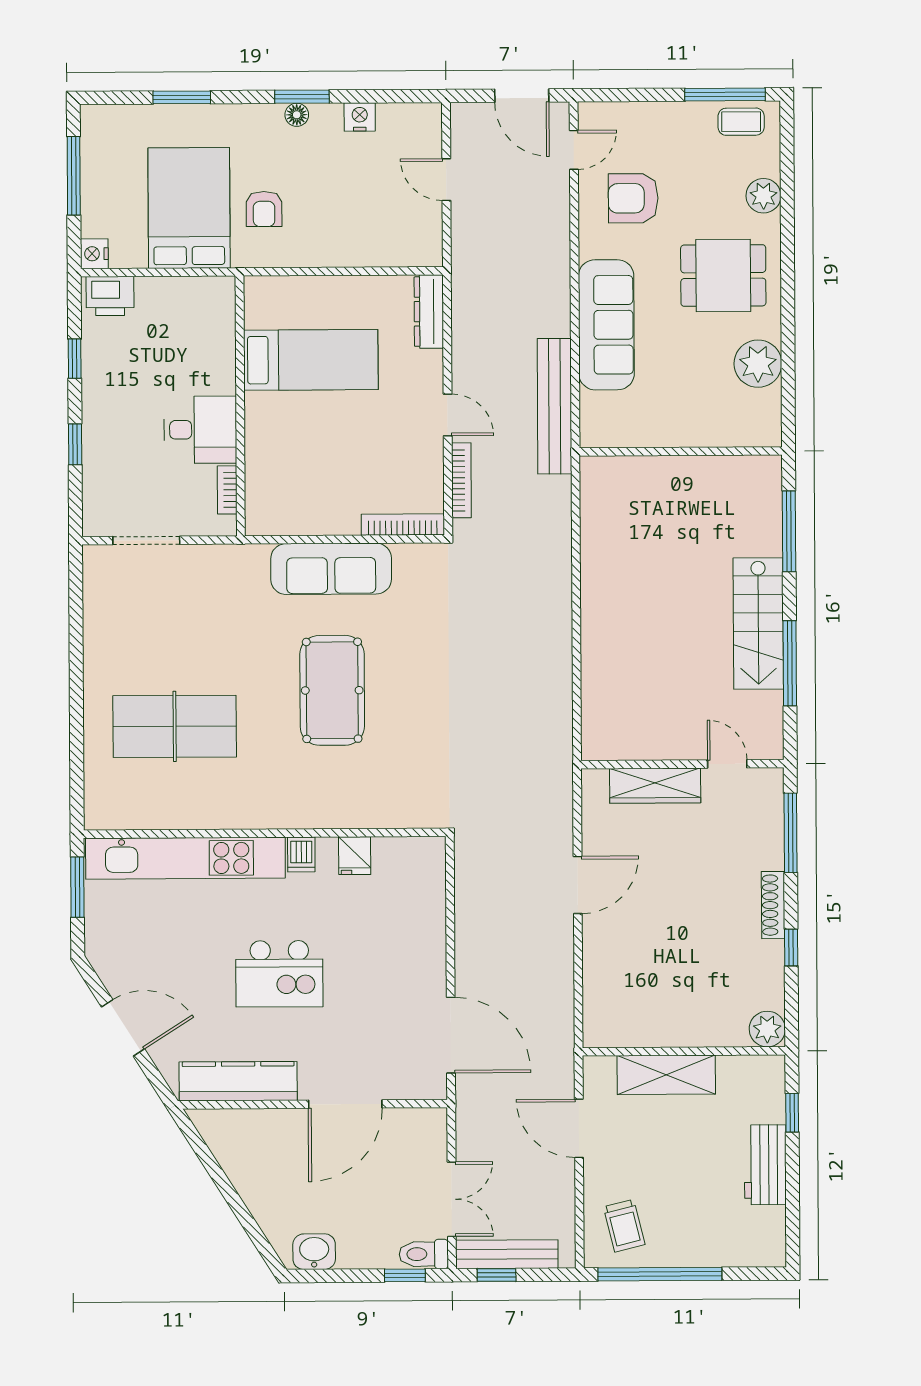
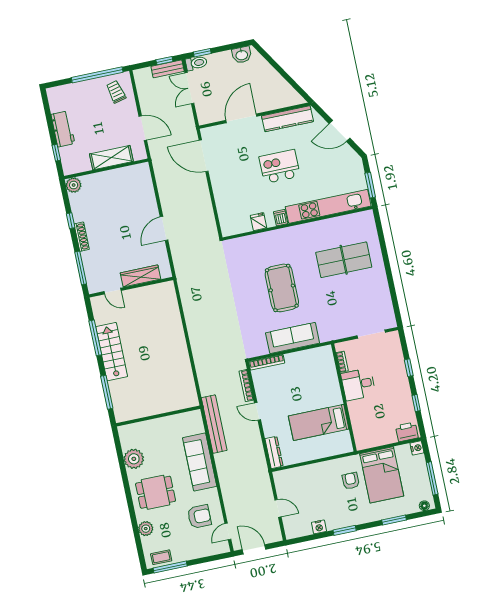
floor lamp: (297, 115) -> (424, 506), moved
bench: (507, 1254) -> (168, 69), width x0.73

